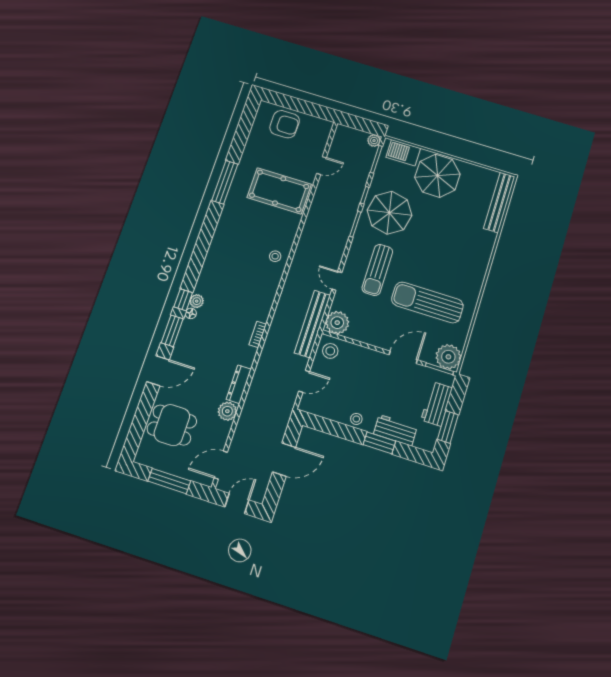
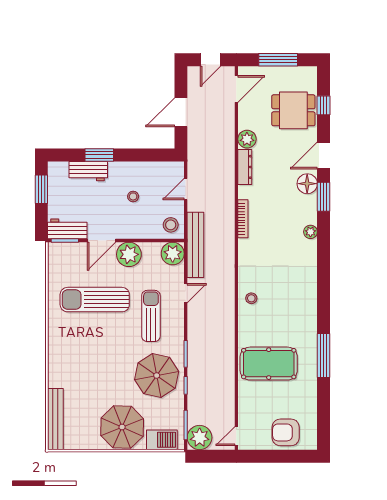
plant: (374, 141) -> (200, 438), width x1.88, depth x1.88
door: (321, 166) -> (236, 436), moved
door: (337, 281) -> (186, 293), hinge flipped
window: (183, 300) -> (324, 105), moved
sun lounger: (427, 302) -> (95, 300), turned 180
floor lamp: (191, 313) -> (307, 184), moved, width x1.89, depth x1.89
bookcase: (258, 334) -> (243, 219), width x1.56
plant: (448, 357) -> (129, 254), moved
workbench: (437, 404) -> (67, 229), moved, turned -90
stool: (356, 419) -> (133, 196), moved

